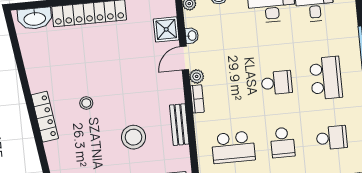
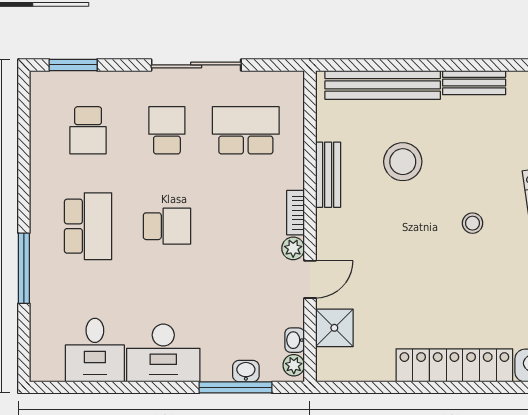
washbasin: (192, 36) -> (295, 340), moved
school desk: (326, 78) -> (88, 226), turned 180
school desk: (277, 83) -> (167, 226), turned 180
school desk: (332, 138) -> (88, 130), turned -90

